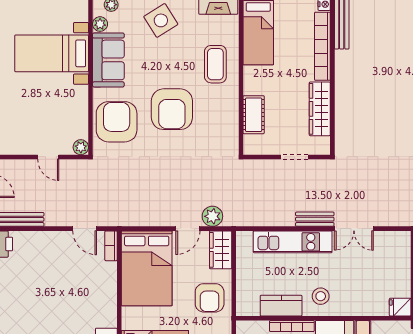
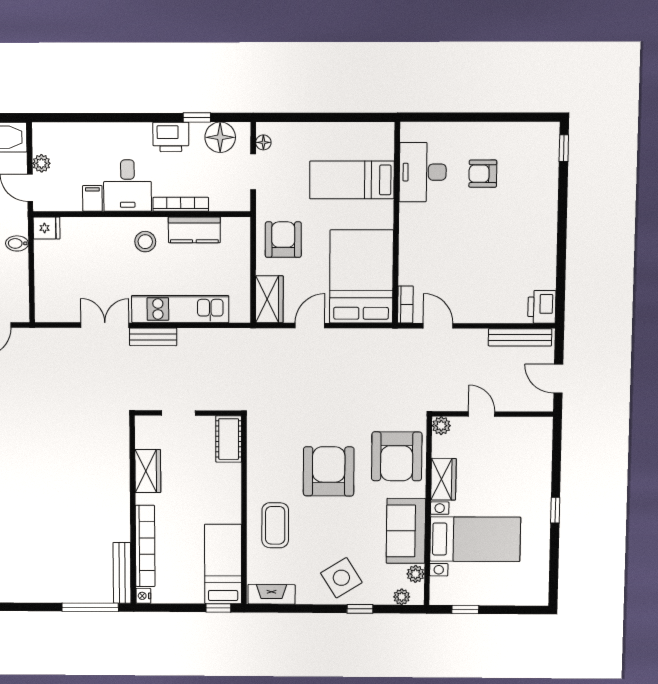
wardrobe: (78, 103) -> (443, 479), added
wardrobe: (320, 109) -> (148, 471), width x0.67
cot: (254, 115) -> (229, 439), moved
plant: (212, 216) -> (279, 341), removed

